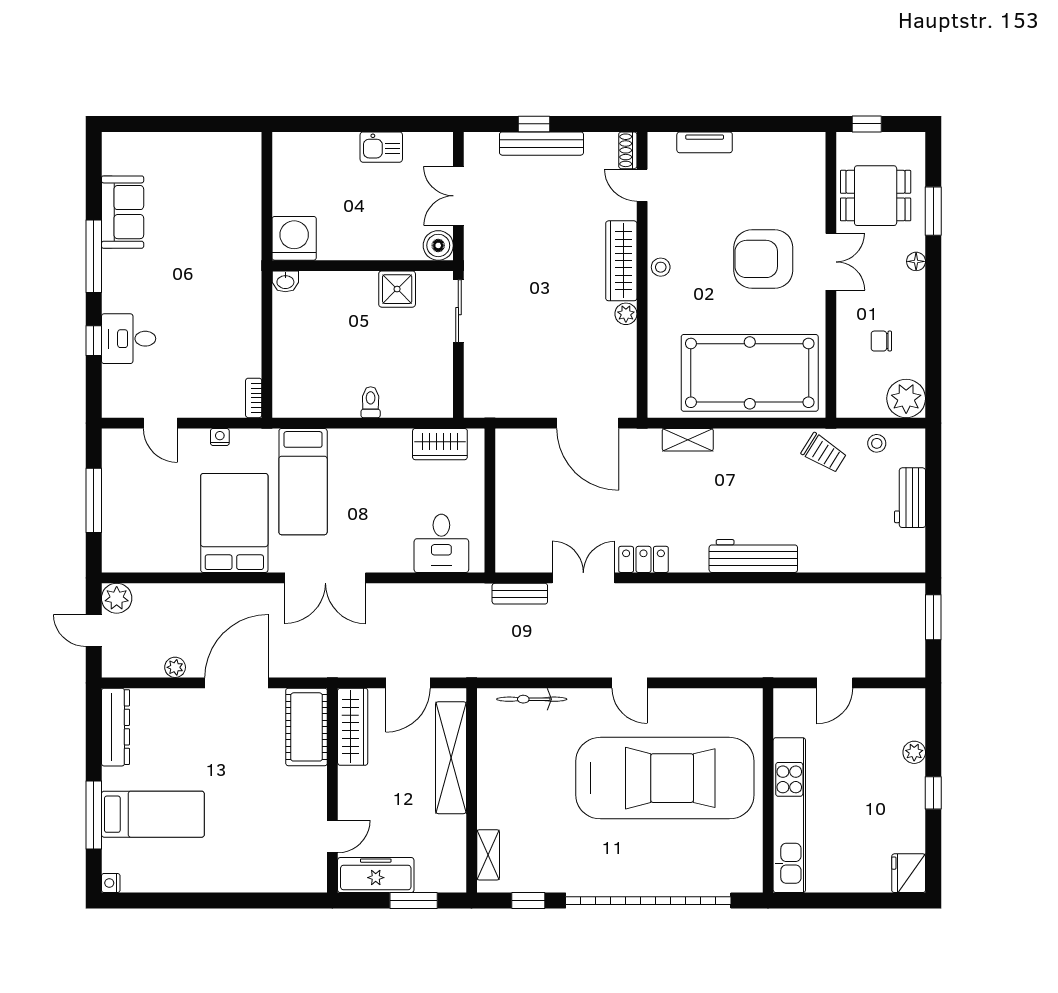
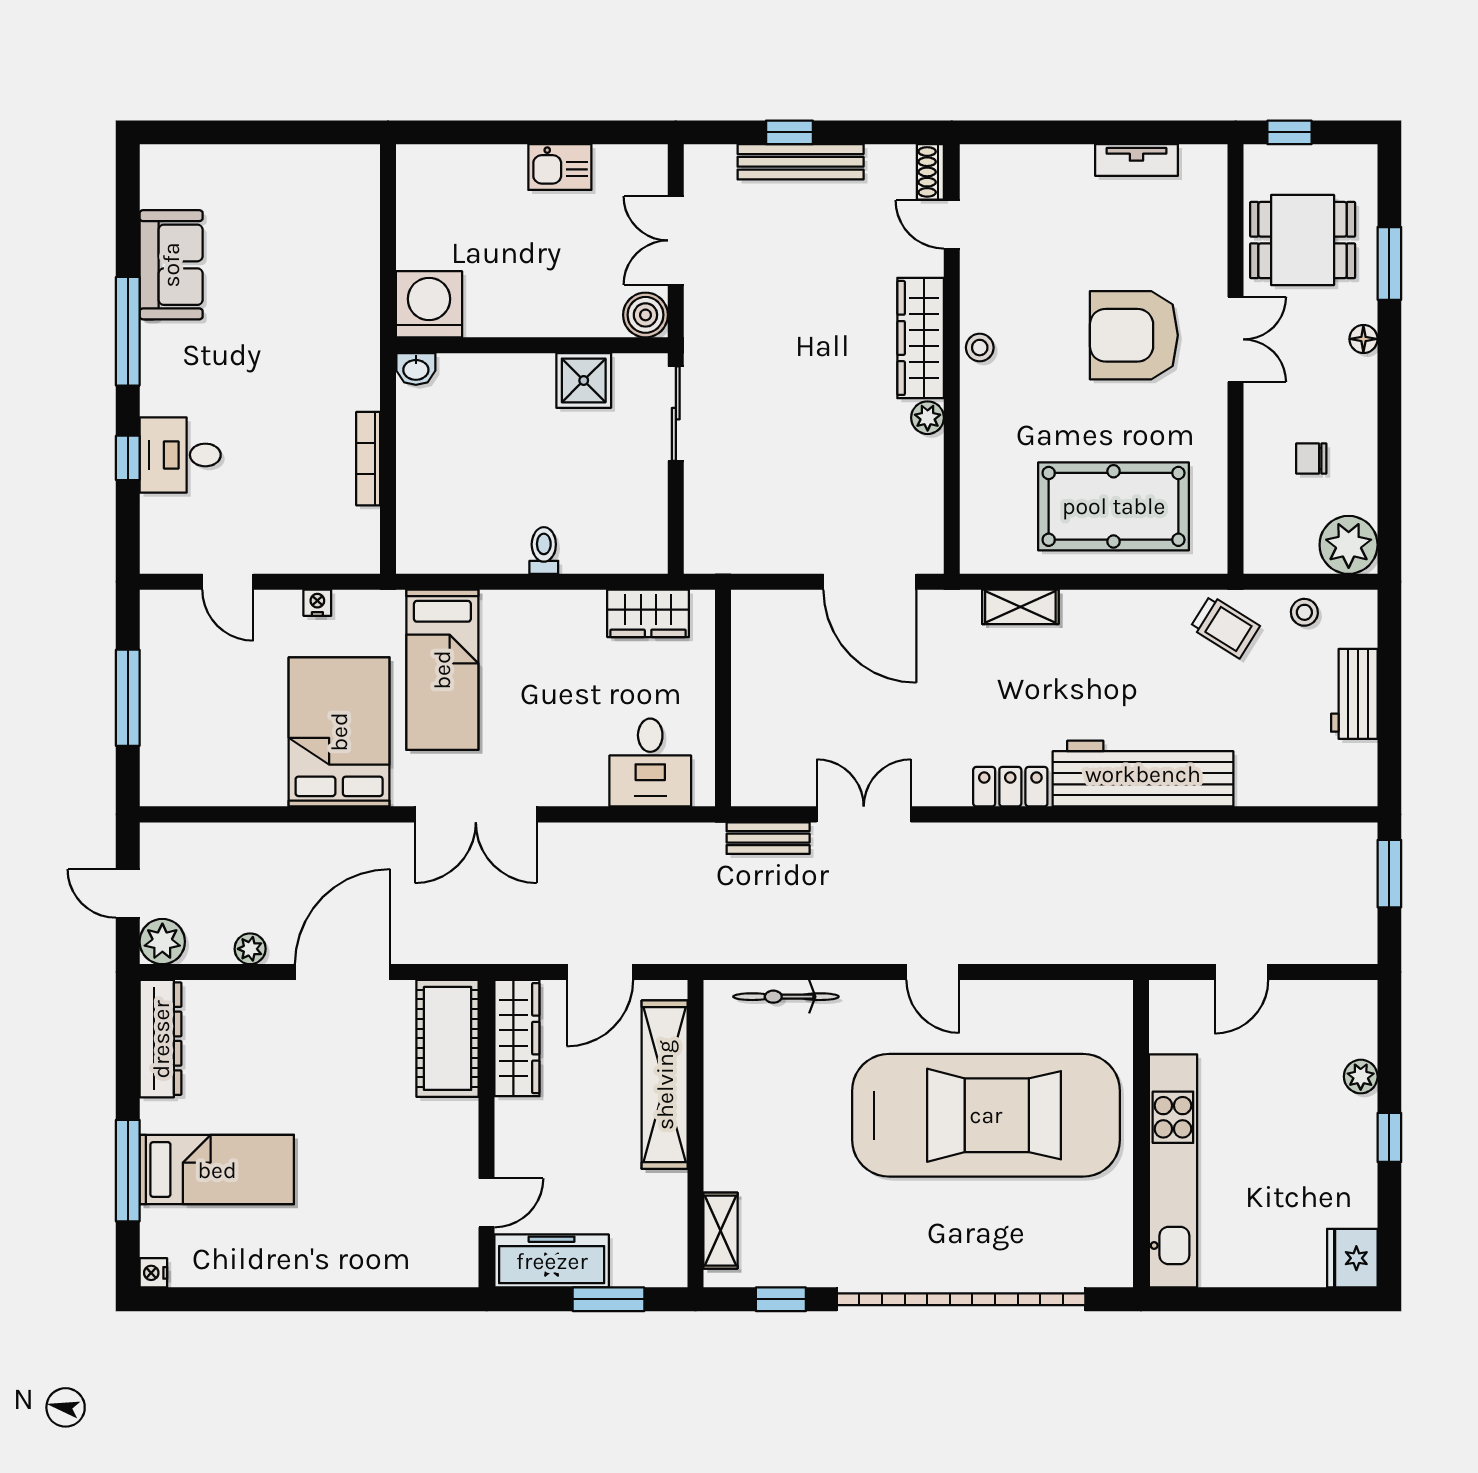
tv unit: (705, 142) -> (1136, 160), moved
pool table: (750, 373) -> (1114, 506), width x0.73, depth x0.76
bookcase: (254, 398) -> (368, 459), moved, width x1.56
workbench: (753, 556) -> (1143, 774), width x1.36, depth x1.32
locker: (643, 559) -> (1010, 787), moved
plant: (117, 598) -> (162, 942), moved

